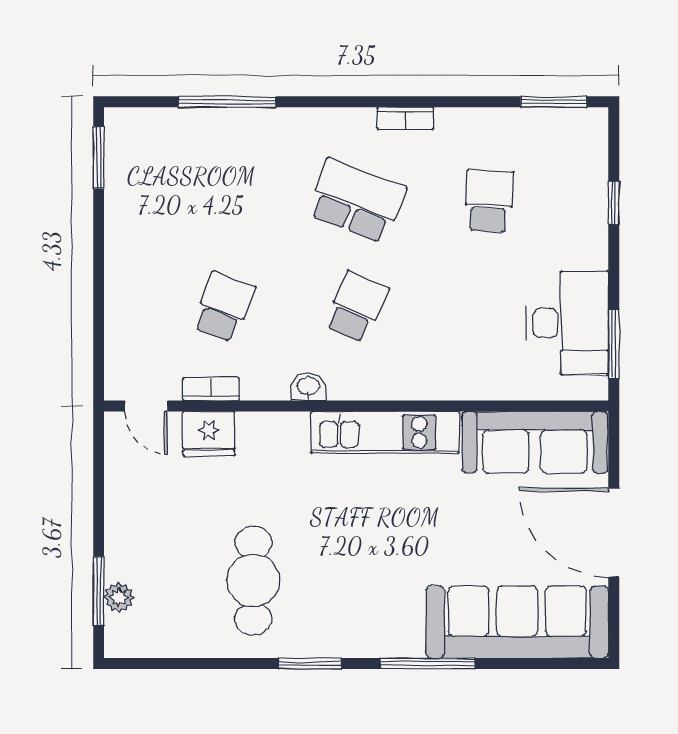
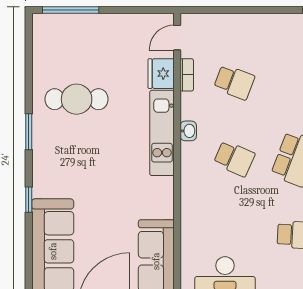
kitchen unit: (385, 432) -> (162, 133), moved
window: (99, 591) -> (71, 10), width x1.44
plant: (119, 597) -> (67, 22), removed
window: (428, 664) -> (29, 200), width x0.46

